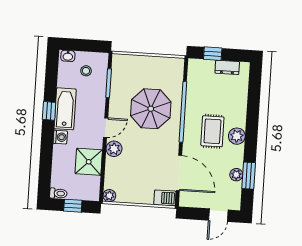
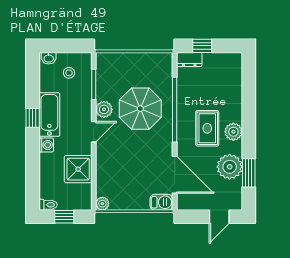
dresser: (227, 67) -> (189, 59), moved
plant: (114, 149) -> (104, 109), moved
plant: (236, 175) -> (230, 167), width x1.87, depth x1.87

